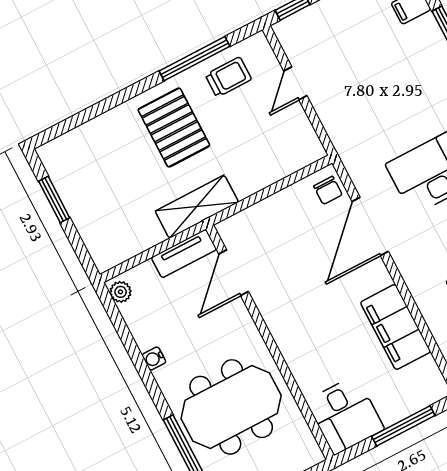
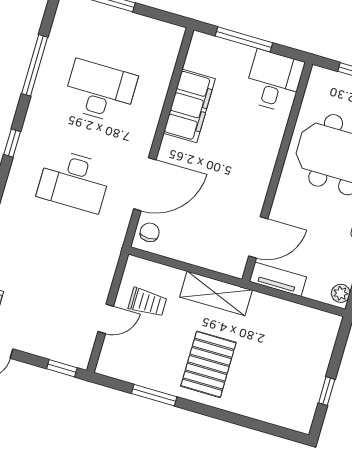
window: (194, 59) -> (154, 395), width x0.69
trolley: (228, 77) -> (148, 302), moved, turned 180
window: (54, 200) -> (327, 391), width x0.67
shelving: (197, 207) -> (216, 293), moved

